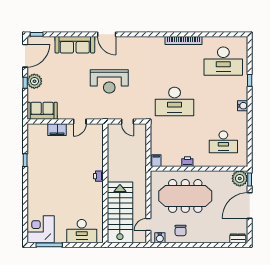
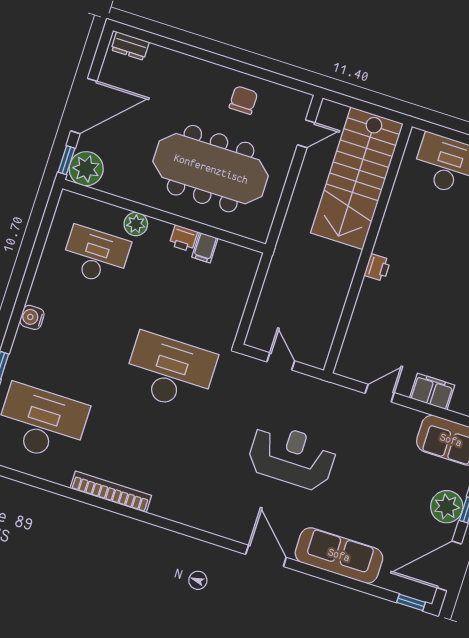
filing cabinet: (156, 161) -> (205, 248), moved
plant: (210, 161) -> (136, 224), added
water cooler: (160, 238) -> (291, 99), removed

